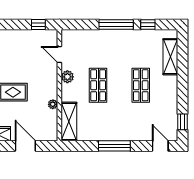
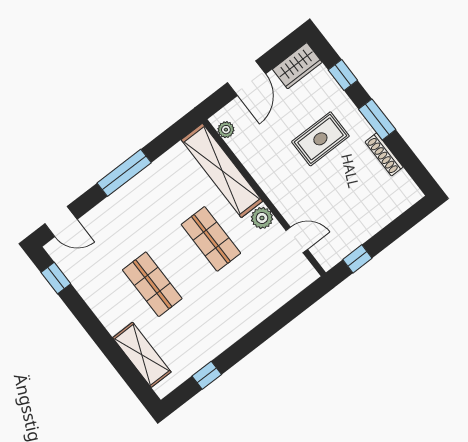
window: (116, 25) -> (251, 341), removed
plant: (53, 104) -> (226, 130), moved
shelving: (69, 122) -> (222, 170), width x1.47
door: (25, 146) -> (246, 78), hinge flipped

